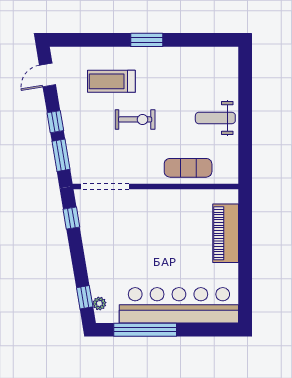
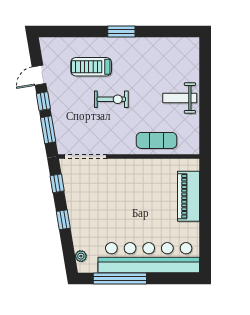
door: (48, 75) -> (39, 75), moved
window: (85, 297) -> (63, 220), moved

